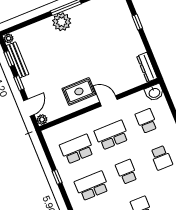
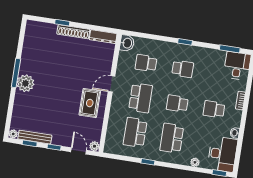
shoe rack: (135, 37) -> (73, 32), added
school desk: (112, 135) -> (141, 98), turned 180

